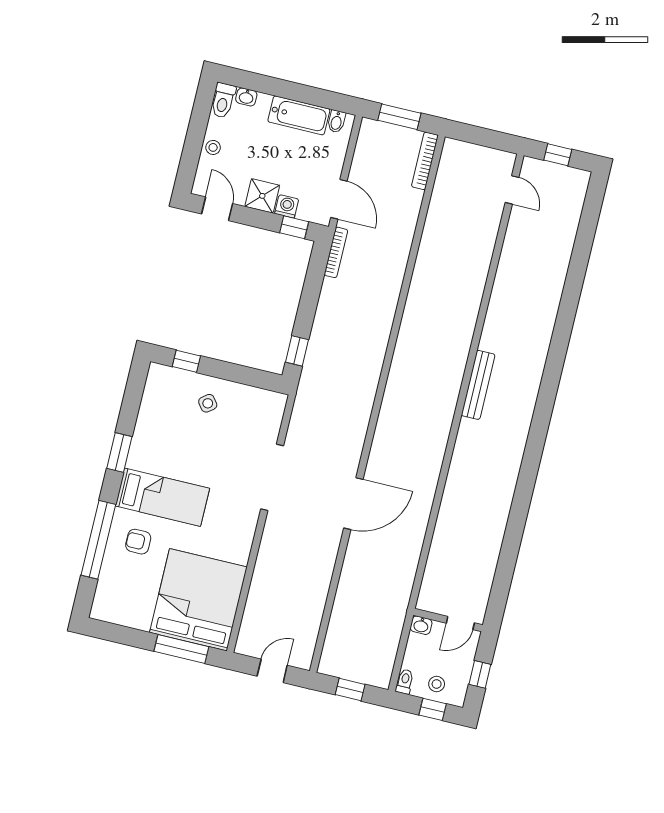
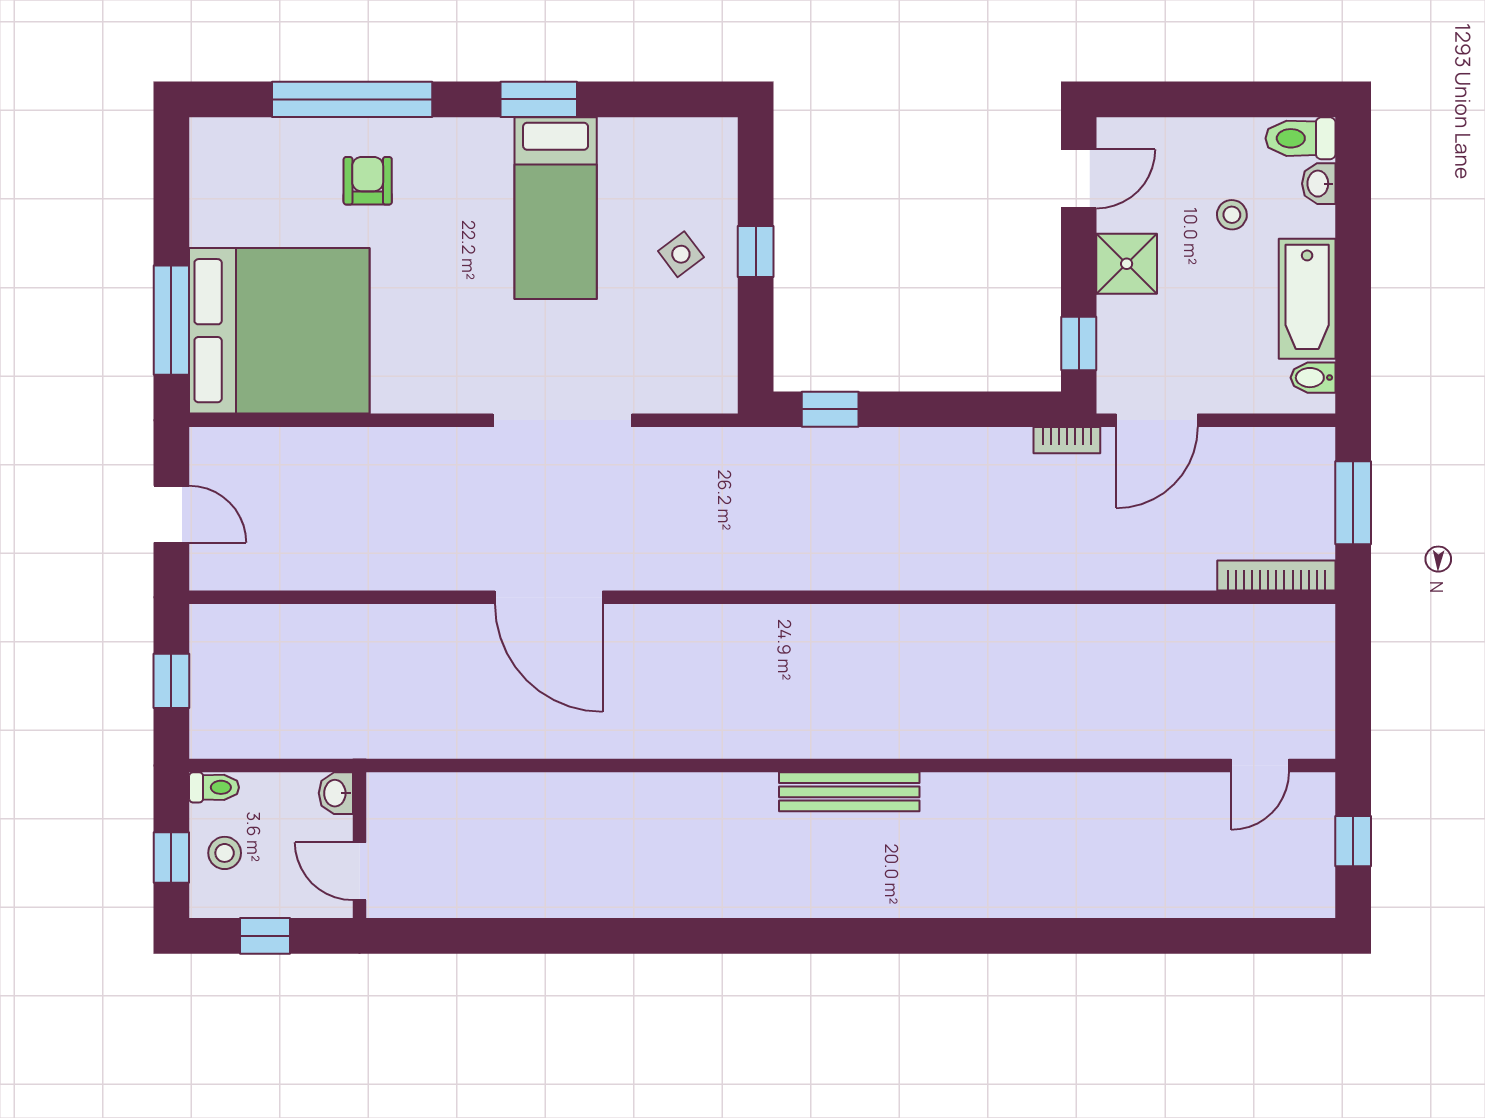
stool: (213, 147) -> (1232, 215), moved
washing machine: (287, 206) -> (1117, 318), removed
bookcase: (336, 252) -> (1067, 440), width x0.64
window: (186, 361) -> (756, 251), moved
bed: (162, 497) -> (556, 208), moved

